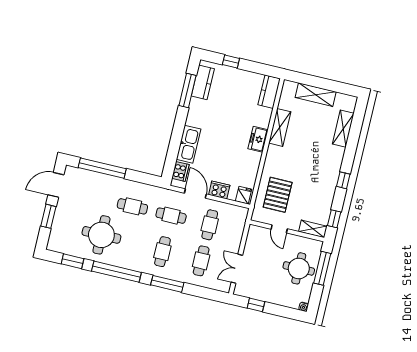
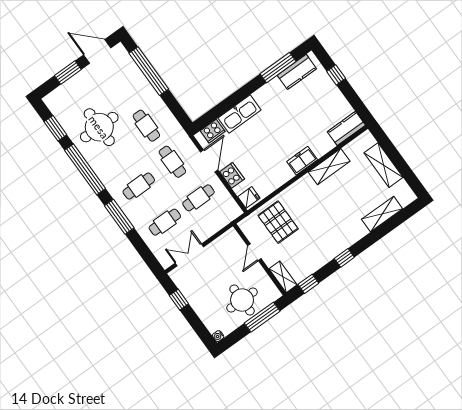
pallet: (278, 195) -> (278, 222), turned 90

